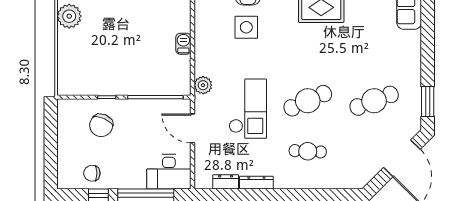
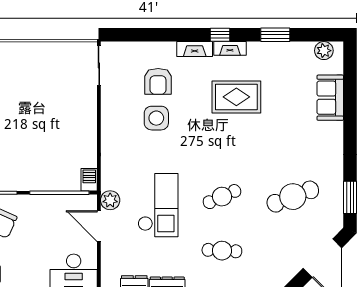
barbecue: (183, 44) -> (89, 180), moved
plant: (203, 85) -> (110, 200), moved
cafe table: (308, 101) -> (222, 197), width x0.73, depth x0.74

